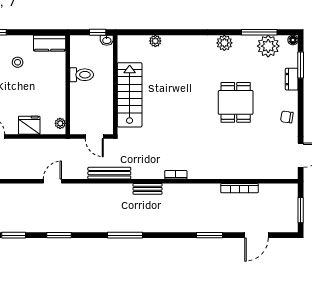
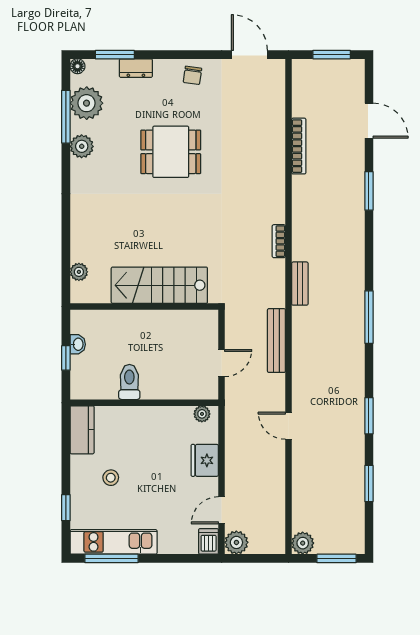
plant: (224, 43) -> (82, 146), moved
wall: (115, 85) -> (144, 307), moved
stairs: (130, 95) -> (159, 285), moved

